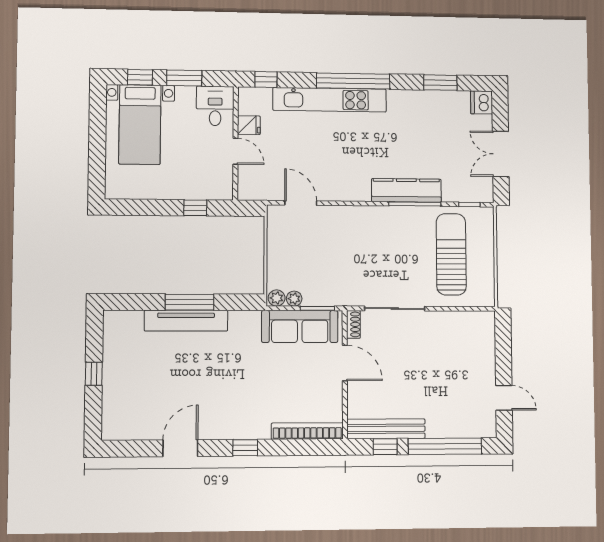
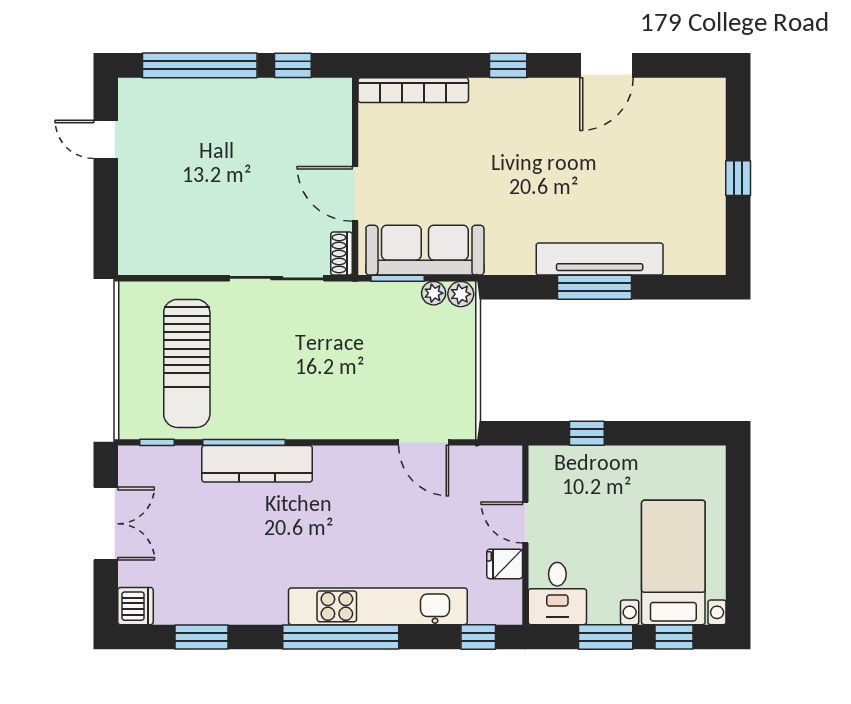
bench: (386, 429) -> (291, 93), removed

